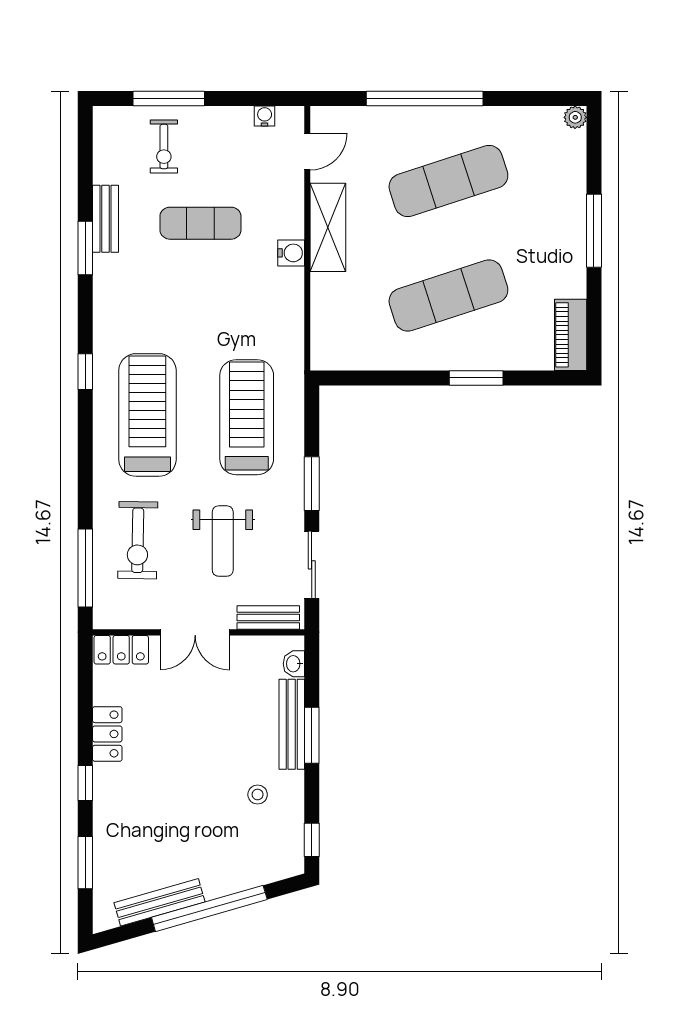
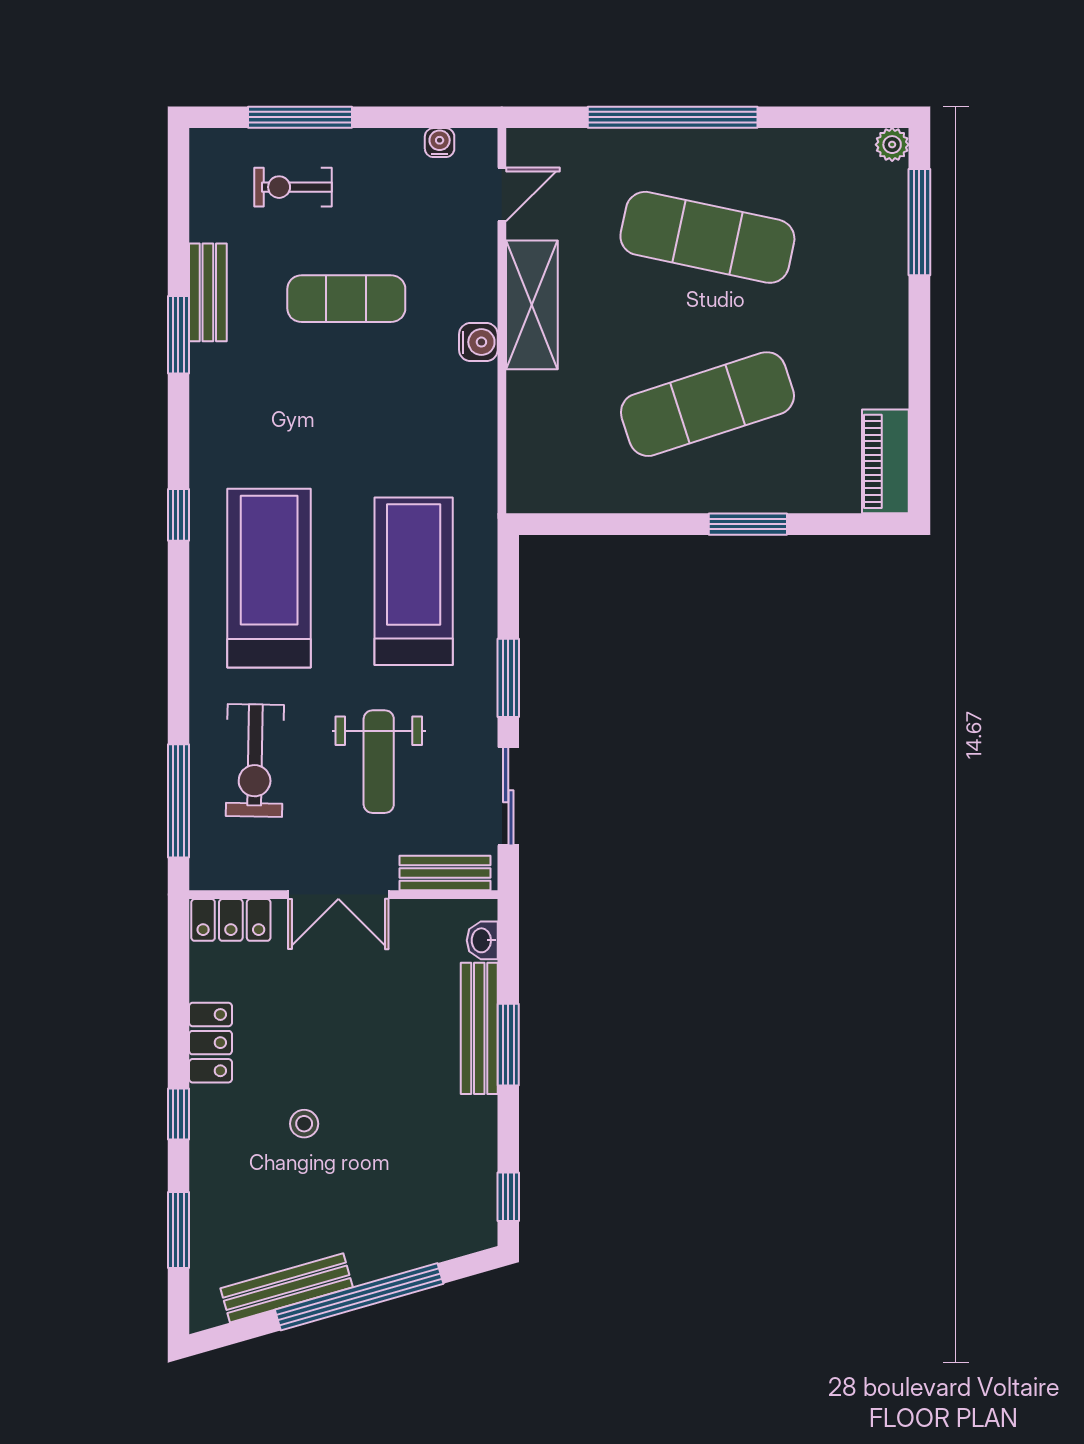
exercise bike: (164, 147) -> (293, 187), turned 90
exercise mat: (448, 181) -> (707, 237), turned 30
window: (594, 231) -> (919, 222), moved
stool: (258, 795) -> (304, 1124), moved

